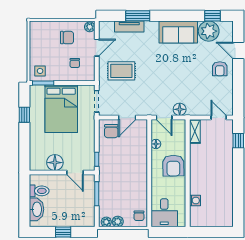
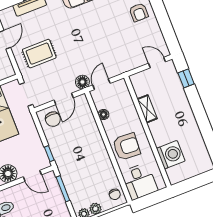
floor lamp: (180, 109) -> (82, 82), moved
door: (164, 118) -> (101, 84), swing flipped
shelving: (195, 131) -> (147, 109), moved
armchair: (173, 166) -> (126, 147), moved, turned -86
washing machine: (195, 201) -> (171, 155), width x1.89, depth x1.89

